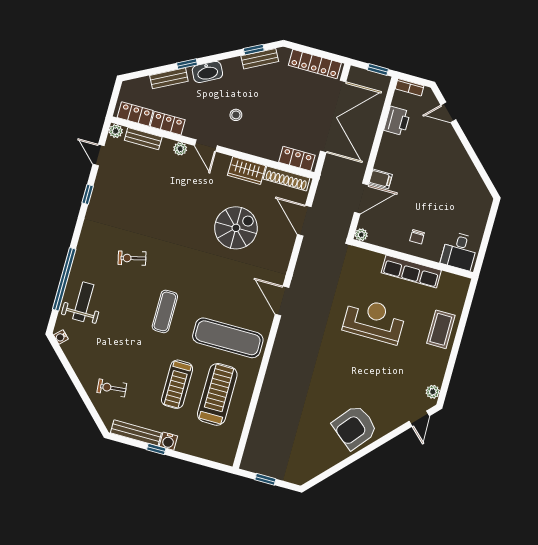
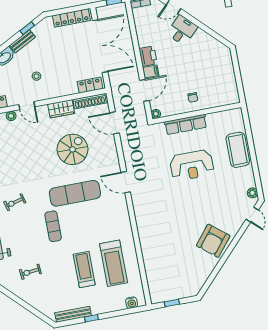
bench: (260, 59) -> (22, 41), moved
printer: (397, 121) -> (148, 56), moved
desk: (459, 251) -> (182, 30), moved, turned -135
row of seats: (411, 272) -> (186, 124), moved
reception desk: (374, 320) -> (192, 165), turned 180
coffee table: (441, 329) -> (238, 150), width x1.36, depth x1.32
exercise mat: (228, 338) -> (75, 193), moved
treadmill: (177, 384) -> (84, 270), turned 180
exercise bike: (112, 388) -> (30, 272), moved
treadmill: (217, 394) -> (114, 263), turned 180
water cooler: (168, 441) -> (132, 303), moved

